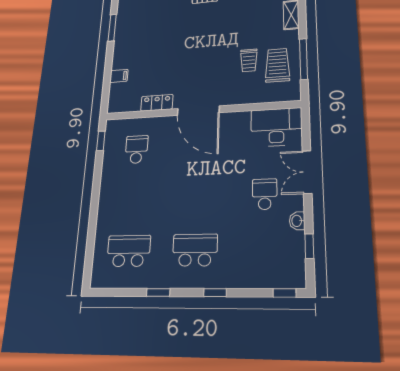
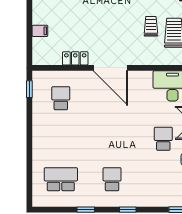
trolley: (249, 60) -> (151, 26), turned 180
school desk: (195, 250) -> (112, 179), width x0.54

